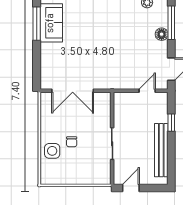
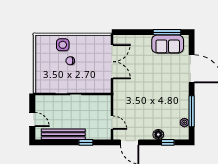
window: (171, 23) -> (168, 142), width x0.46
double door: (73, 91) -> (112, 62), swing flipped
door: (131, 188) -> (32, 120), moved

